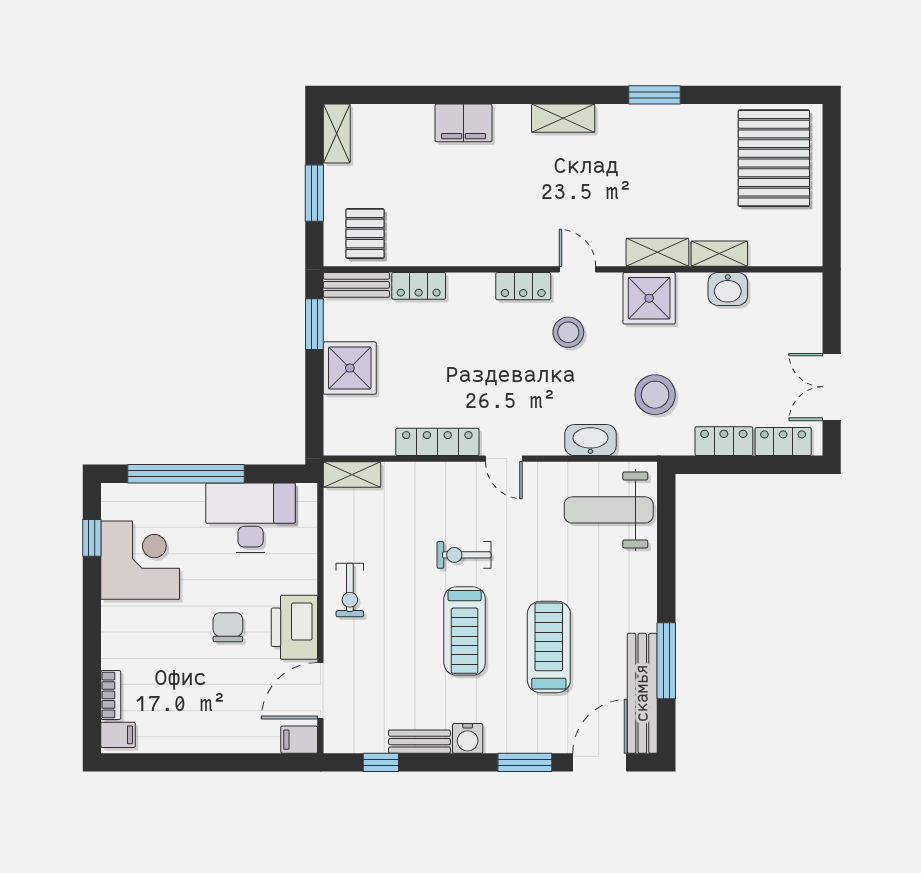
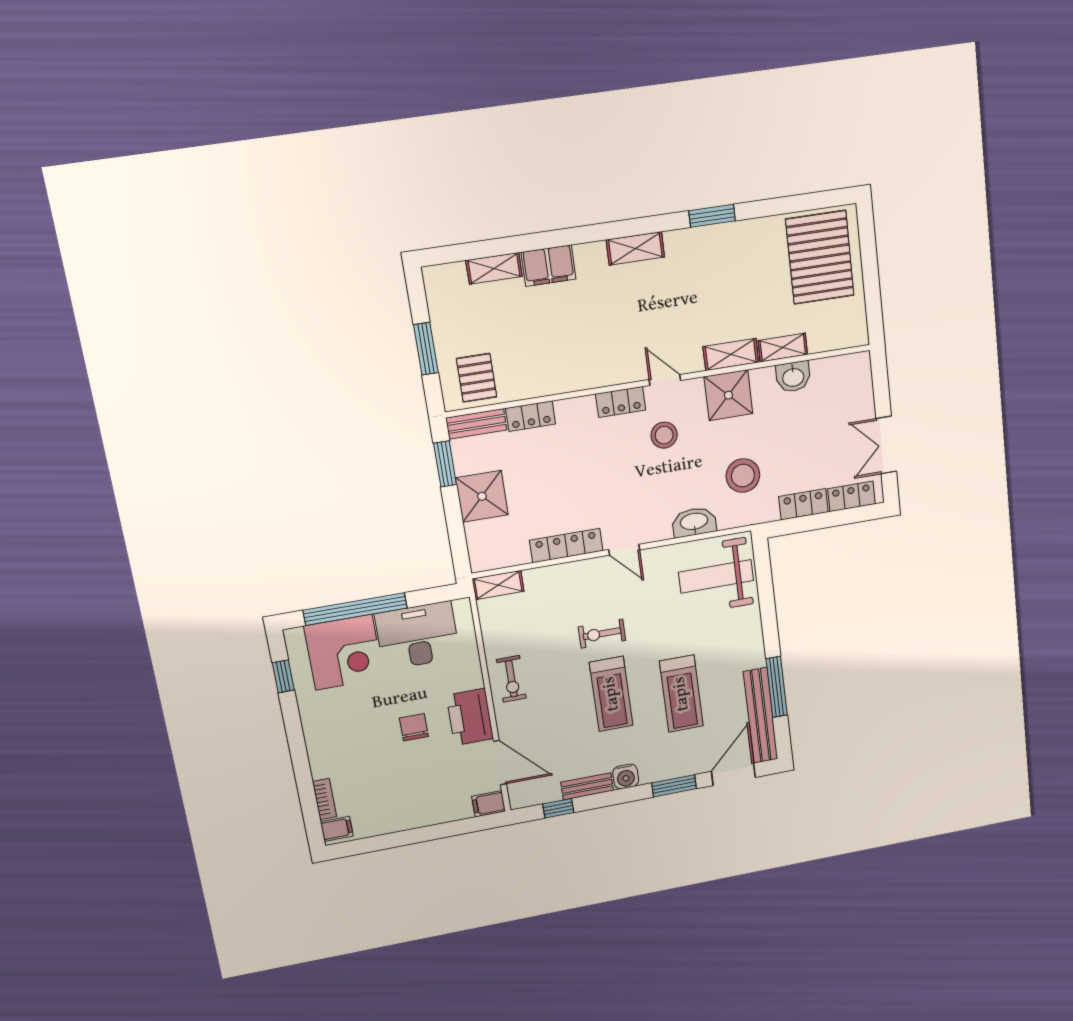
shelving: (337, 133) -> (494, 268), moved, turned 90
corner desk: (140, 560) -> (344, 652), moved, turned 90
treadmill: (549, 647) -> (681, 694), turned 180
door: (320, 691) -> (500, 763), swing flipped

